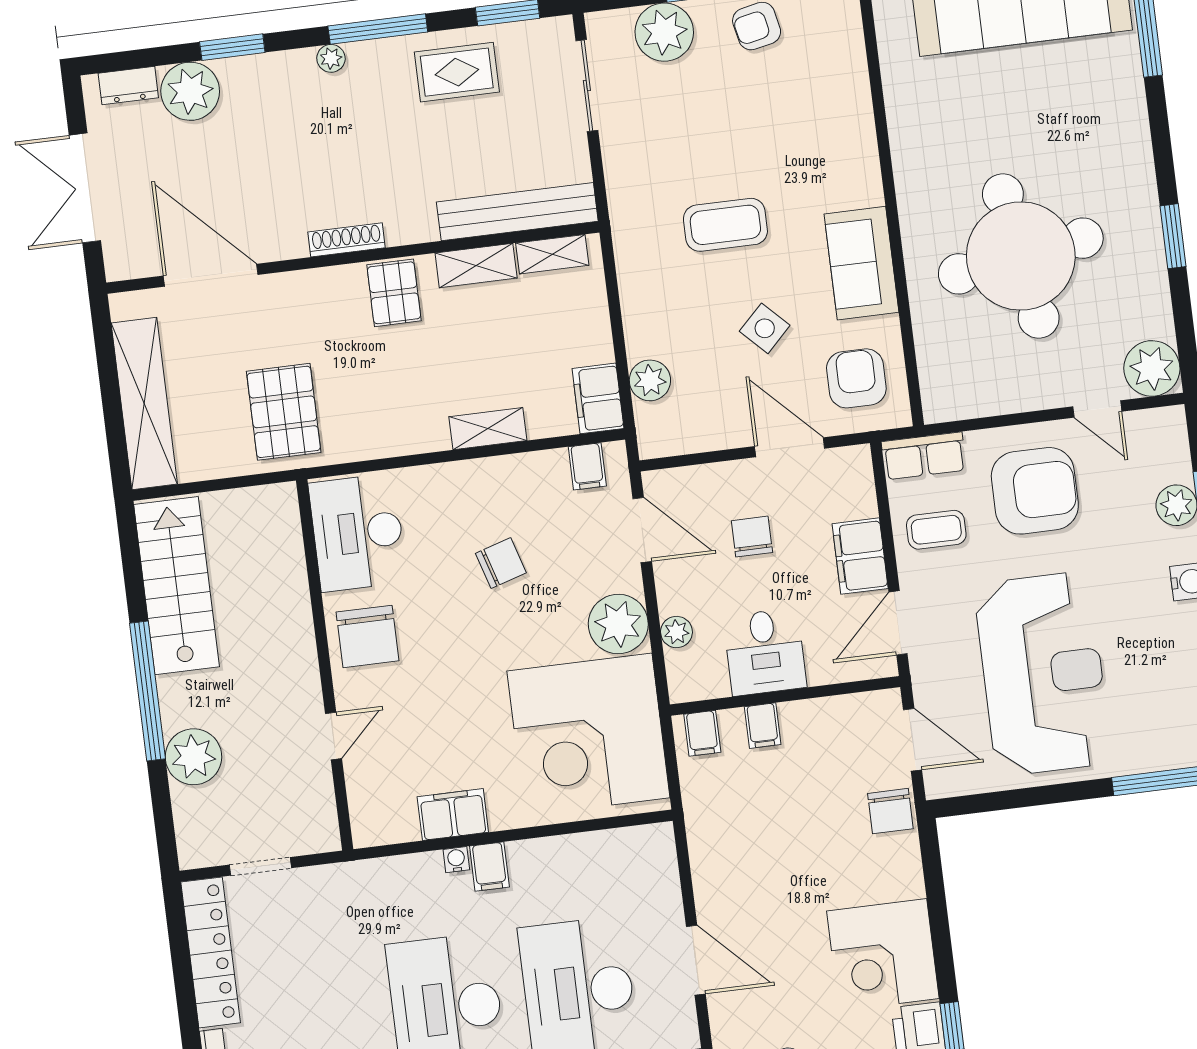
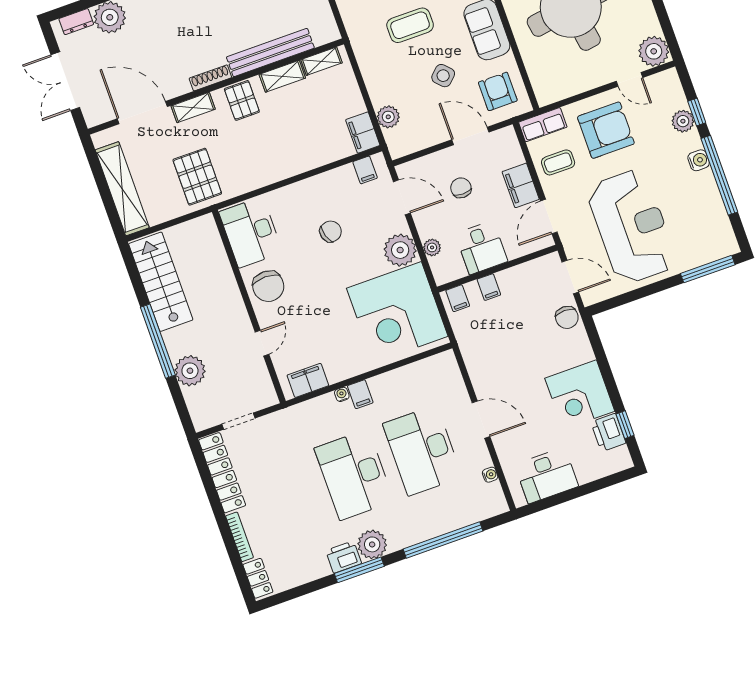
bench: (517, 212) -> (270, 53), moved
shelving: (488, 429) -> (193, 108), moved
filing cabinet: (453, 815) -> (308, 380), moved

